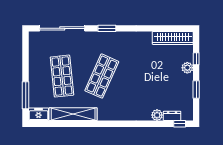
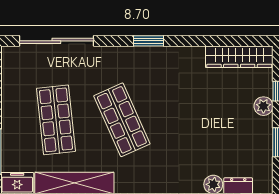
window: (107, 28) -> (148, 41), moved
shop shelf: (102, 76) -> (122, 120), turned -48

